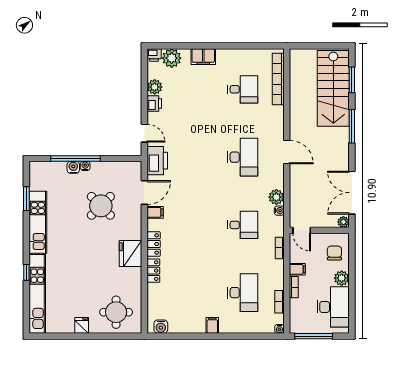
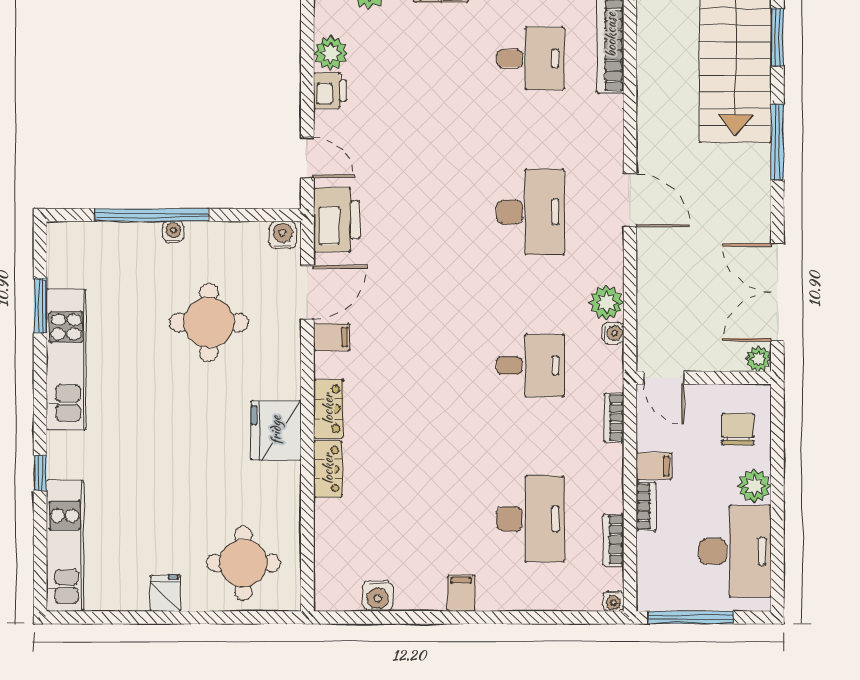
water cooler: (73, 167) -> (283, 235), moved
round table: (101, 206) -> (209, 322), turned 45
kitchen unit: (37, 294) -> (65, 546), width x0.73
water cooler: (161, 327) -> (378, 596), moved

